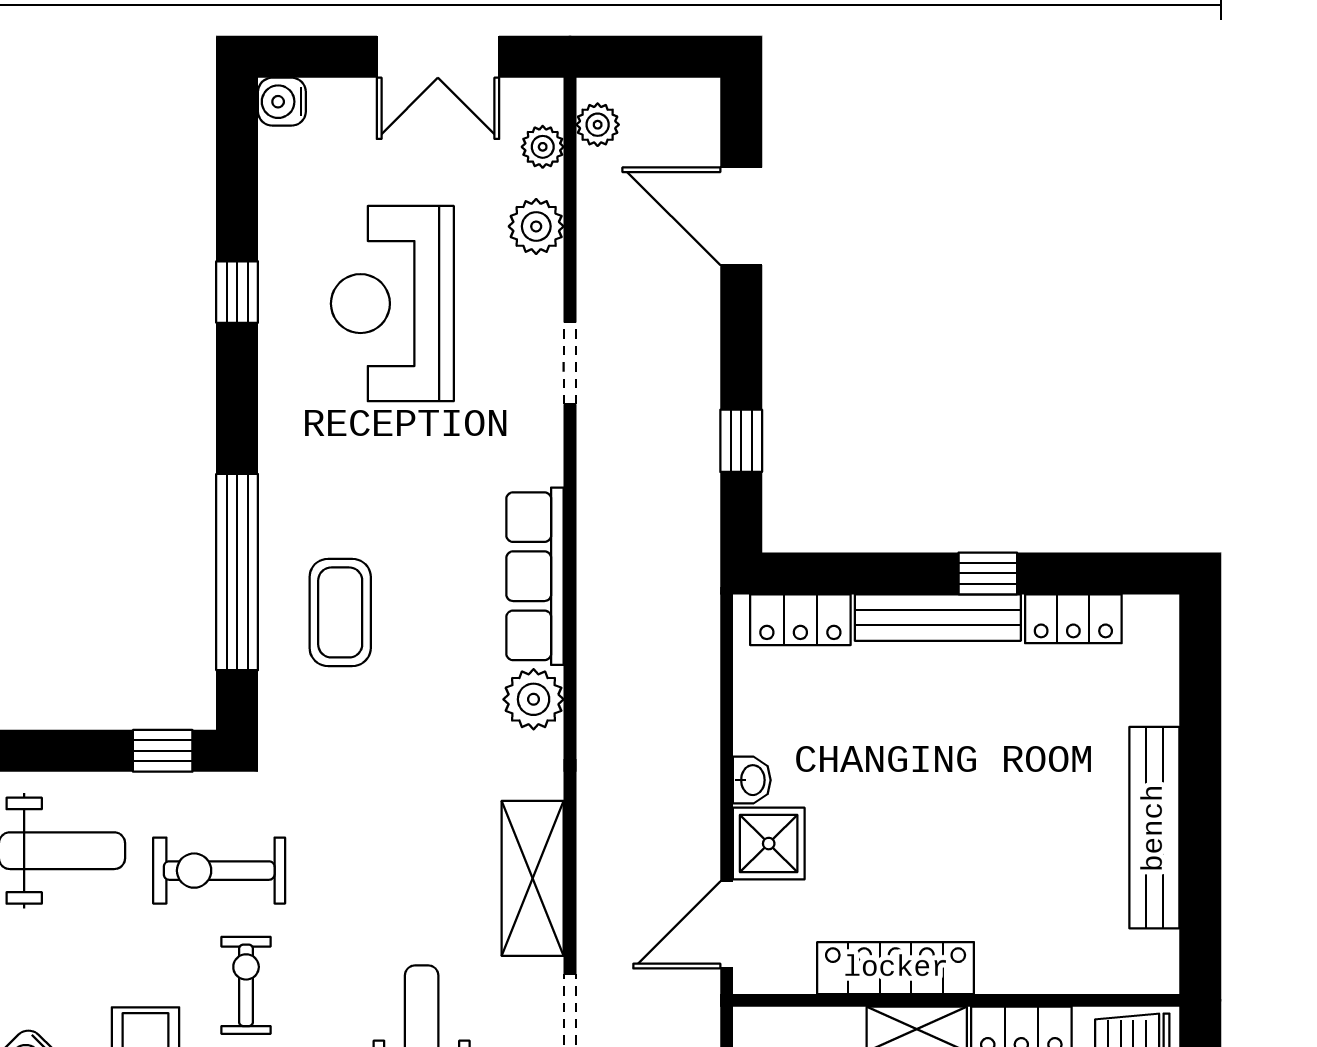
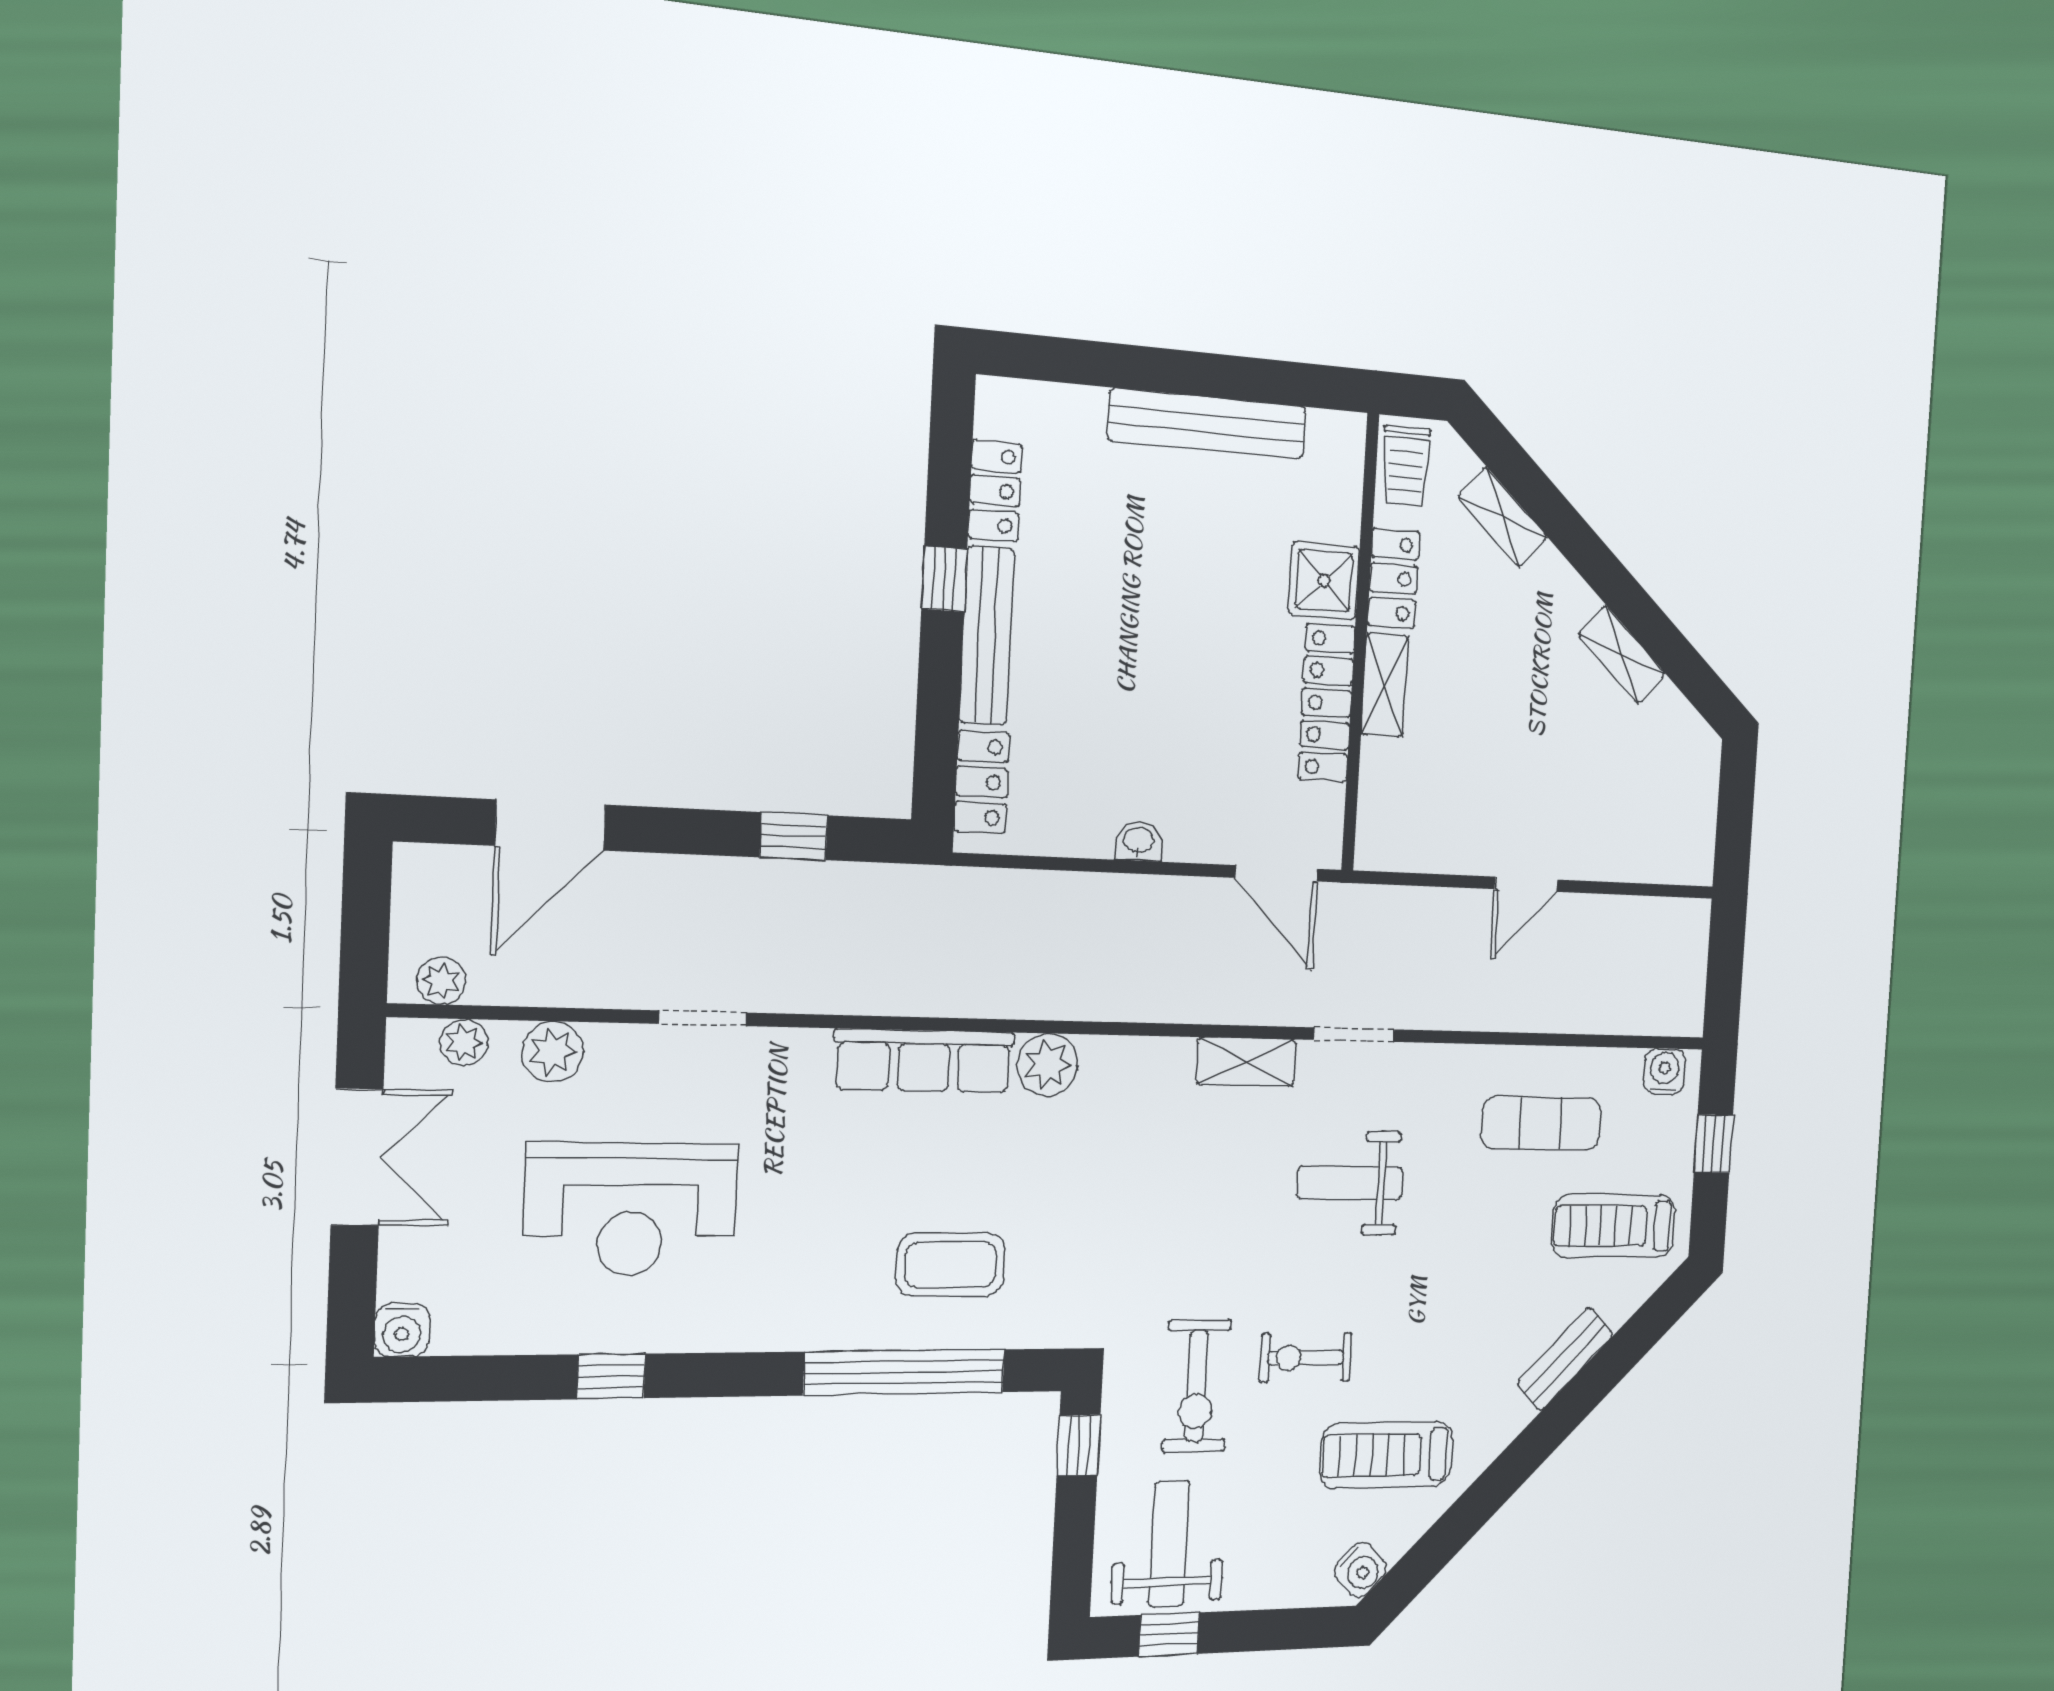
shower: (769, 844) -> (1324, 581), moved
shelving: (533, 878) -> (1246, 1062), width x0.67, depth x0.75

